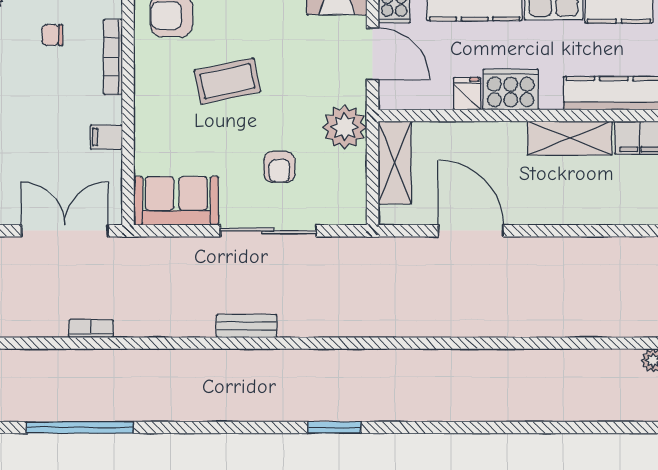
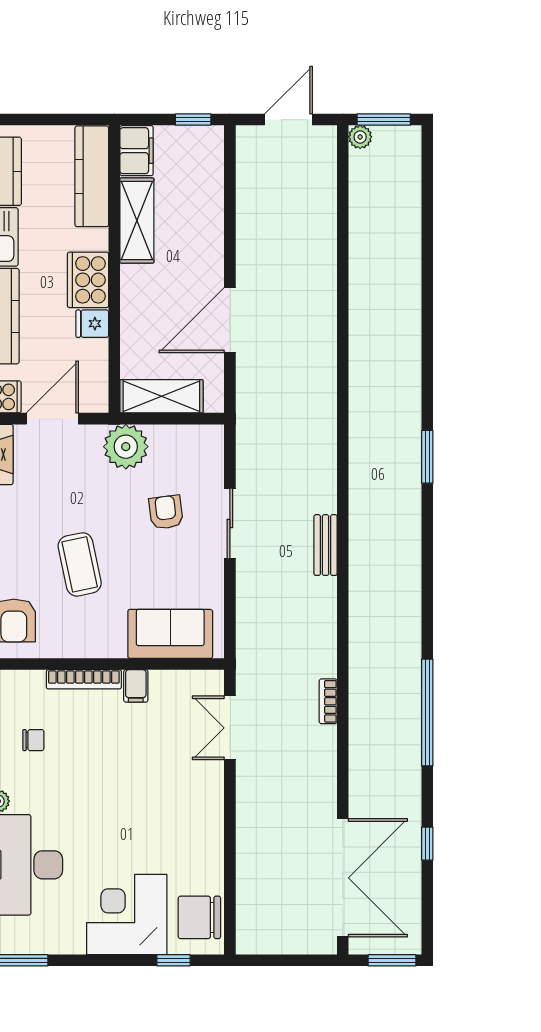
chair: (52, 35) -> (33, 740), turned -90
bookcase: (113, 57) -> (84, 679), moved
armchair: (279, 167) -> (166, 512), turned -97
sofa: (176, 201) -> (170, 634), moved, turned 90
double door: (65, 231) -> (230, 728), width x0.73
sliding door: (268, 231) -> (230, 523), width x0.73

